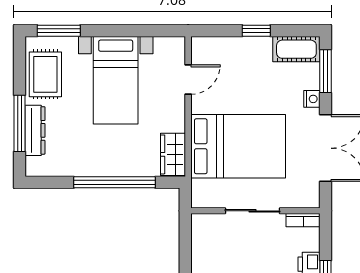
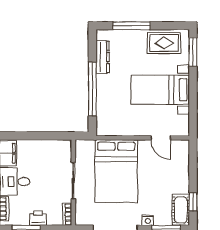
window: (256, 31) -> (193, 202), moved
dresser: (35, 130) -> (103, 57), moved, turned -90
wardrobe: (173, 154) -> (111, 128), removed

